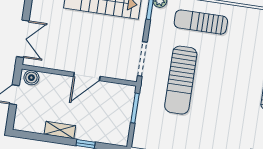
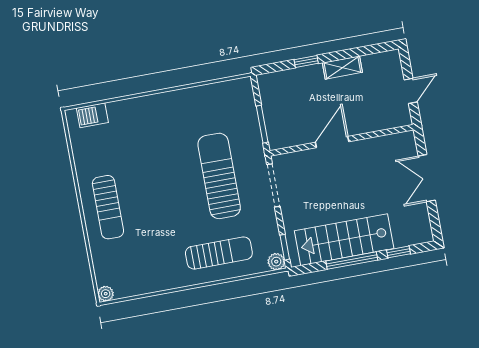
double door: (23, 39) -> (427, 178), moved
boiler: (31, 78) -> (397, 118), removed

